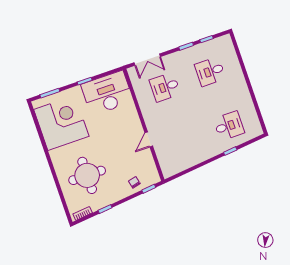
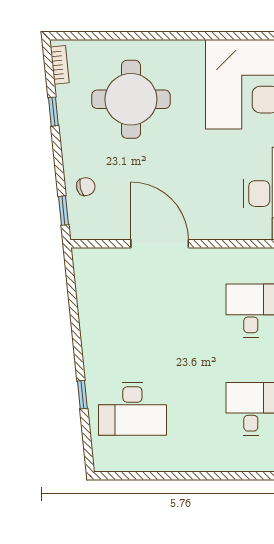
desk: (229, 126) -> (132, 409), width x1.37
door: (149, 139) -> (160, 244), width x1.88

